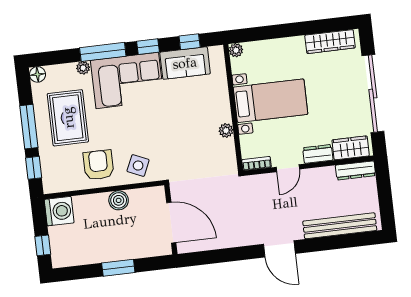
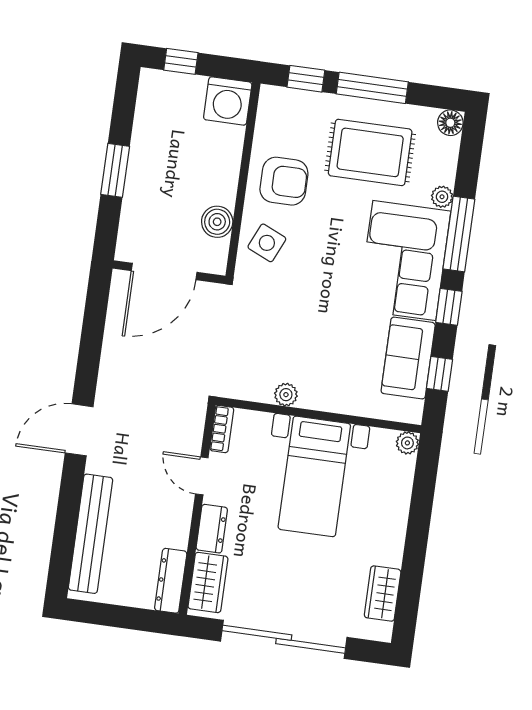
wardrobe: (330, 42) -> (383, 594), width x0.67
boiler: (119, 200) -> (217, 222), moved

